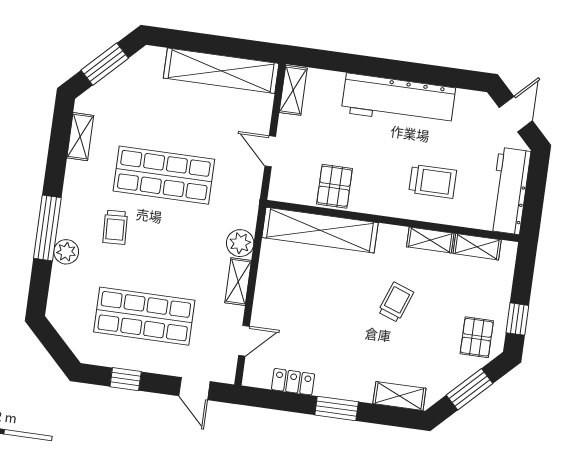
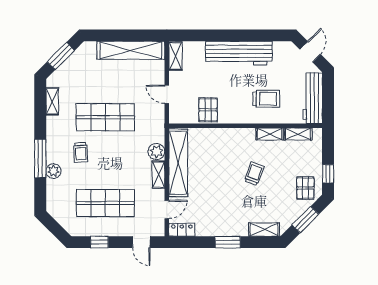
shelving: (320, 230) -> (178, 163), moved, turned 90
locker: (293, 382) -> (182, 230), moved

